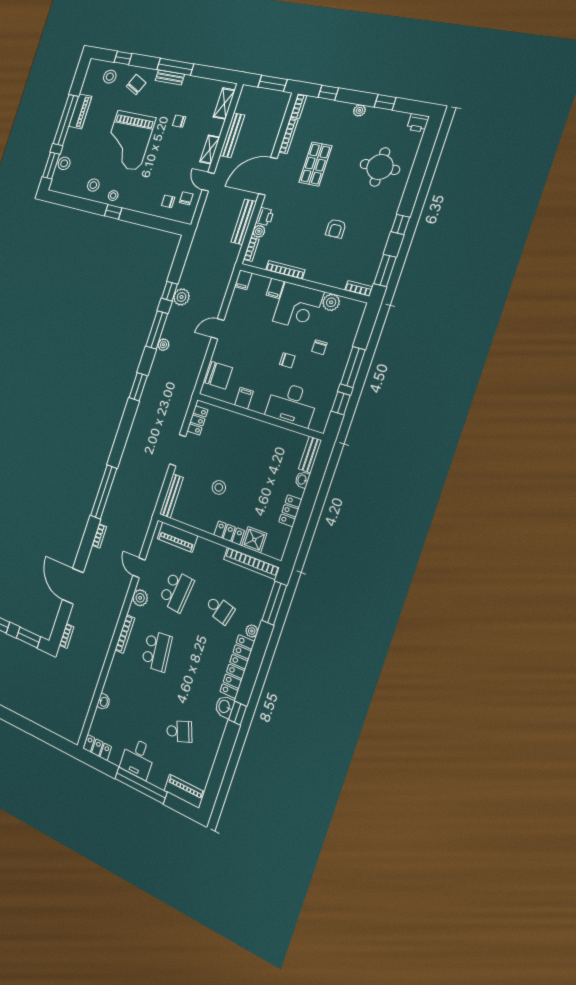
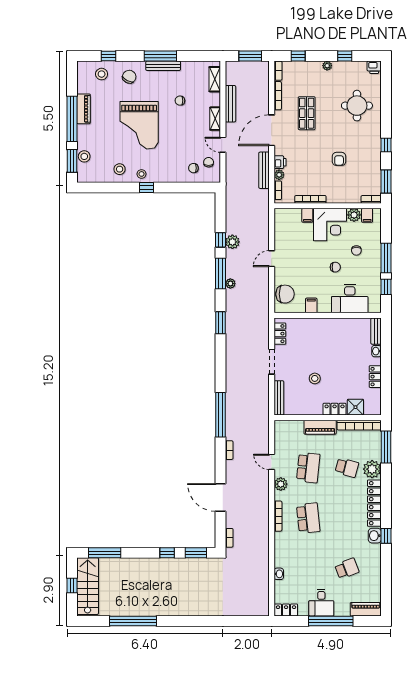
bench: (170, 77) -> (163, 66), width x1.36
filing cabinet: (243, 280) -> (367, 215), moved
piano: (177, 537) -> (320, 427), moved
plant: (252, 631) -> (372, 469), width x1.87, depth x1.87

